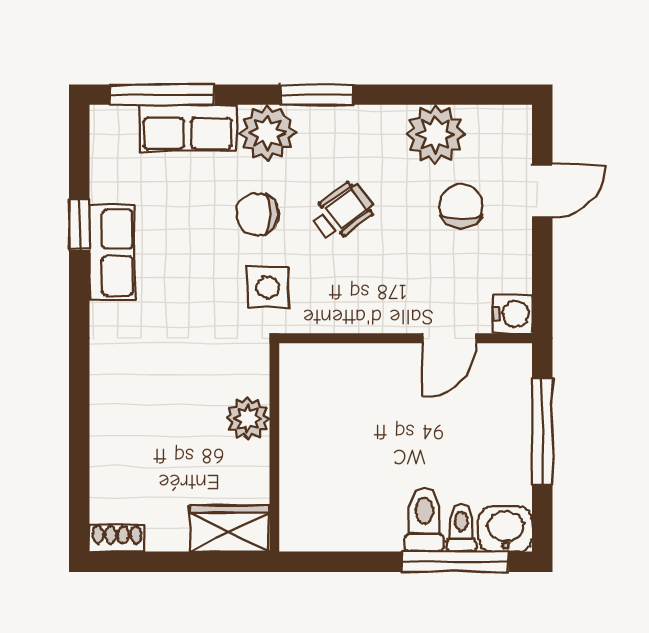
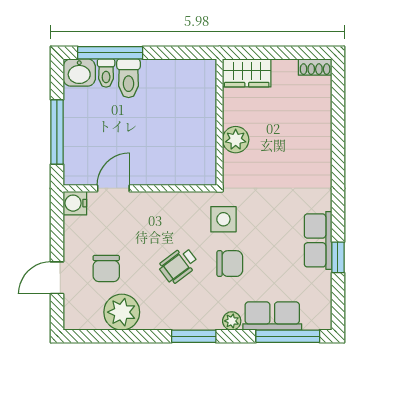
plant: (267, 133) -> (232, 321), width x0.53, depth x0.53

